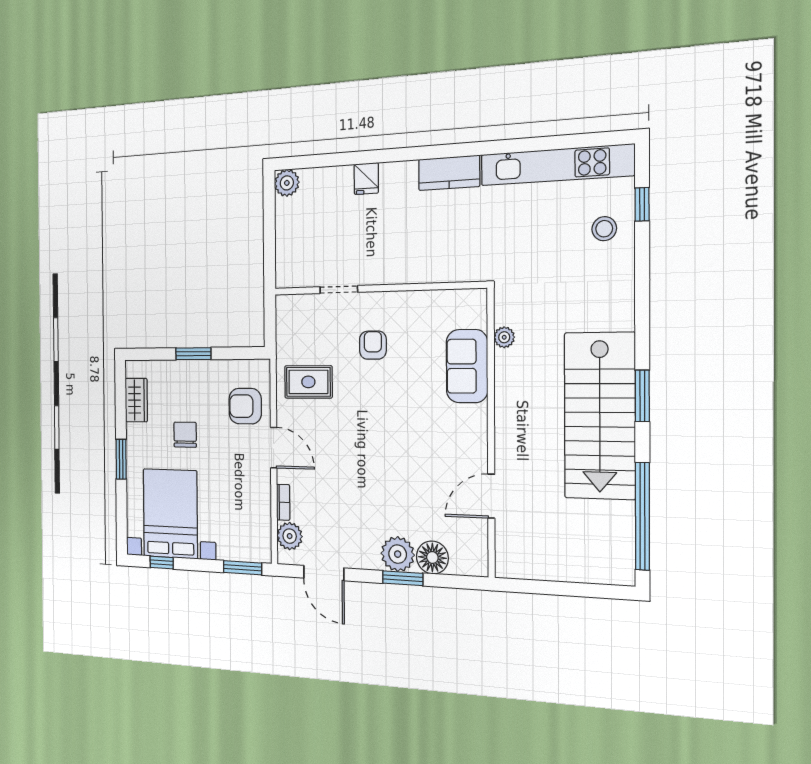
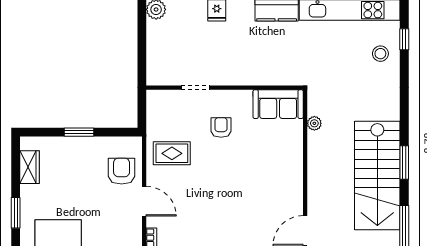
sofa: (467, 366) -> (278, 104), moved, turned -90
armchair: (245, 406) -> (122, 171), turned 90
chair: (185, 435) -> (71, 193), removed

